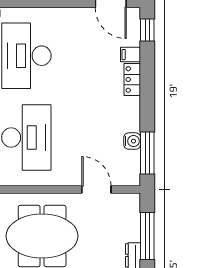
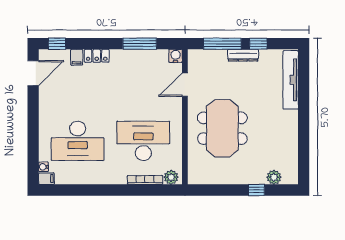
water cooler: (132, 141) -> (176, 56), moved
window: (147, 153) -> (140, 44), moved

